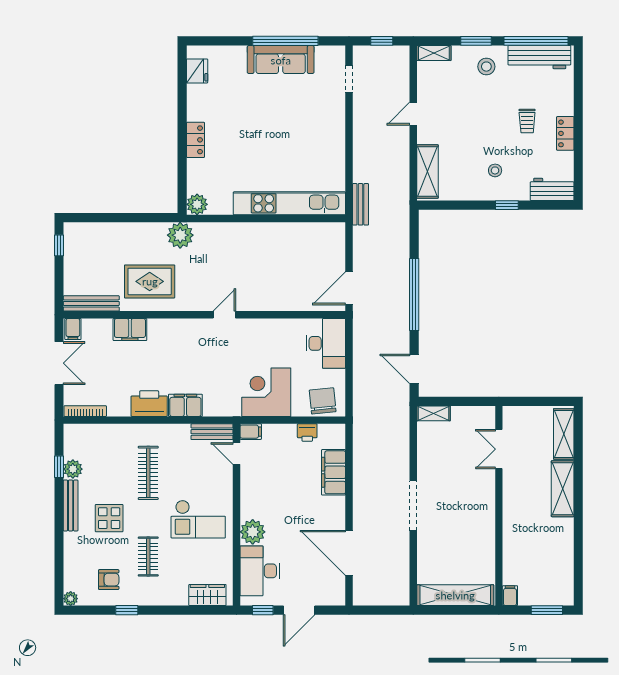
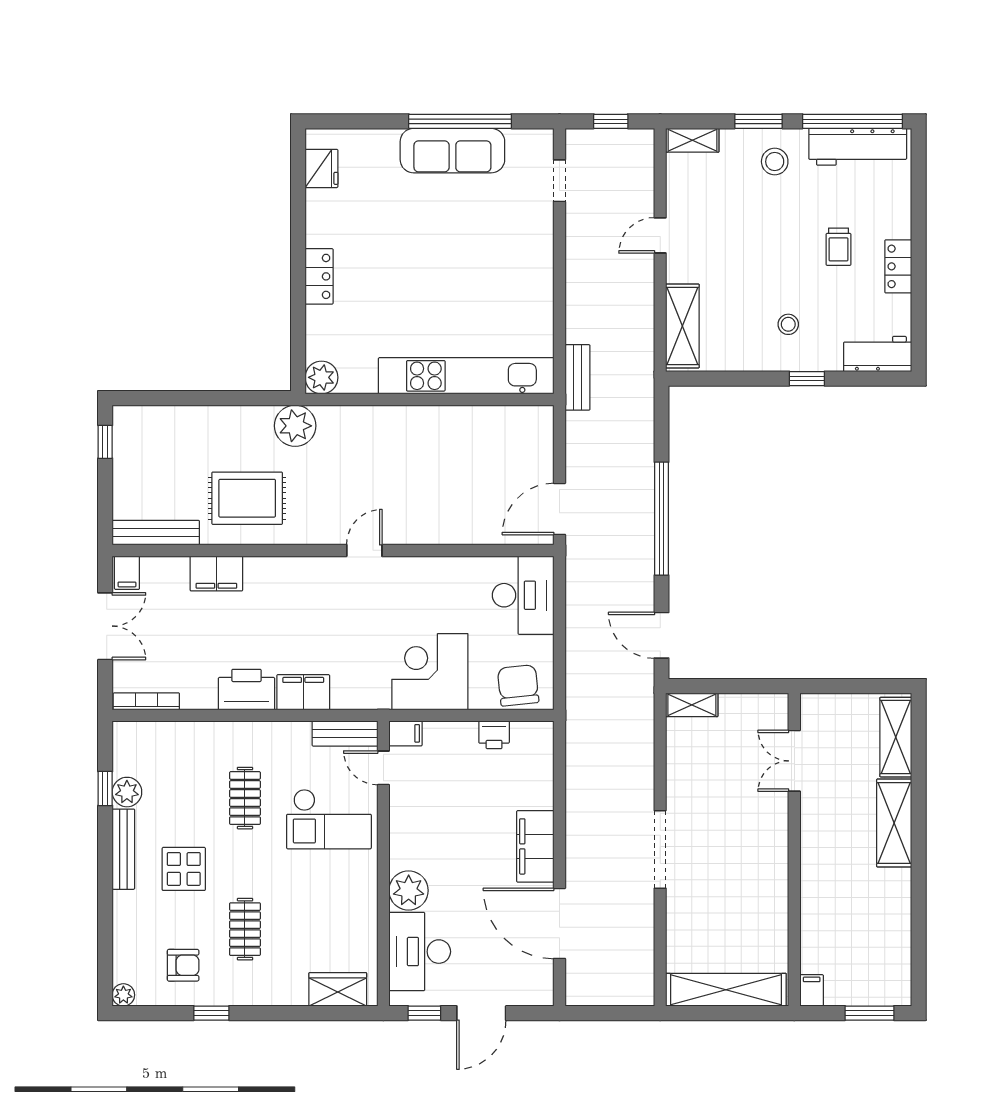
filing cabinet: (334, 472) -> (535, 846), moved
clothes rail: (148, 473) -> (245, 798), width x0.73
checkout: (198, 519) -> (329, 819), moved

